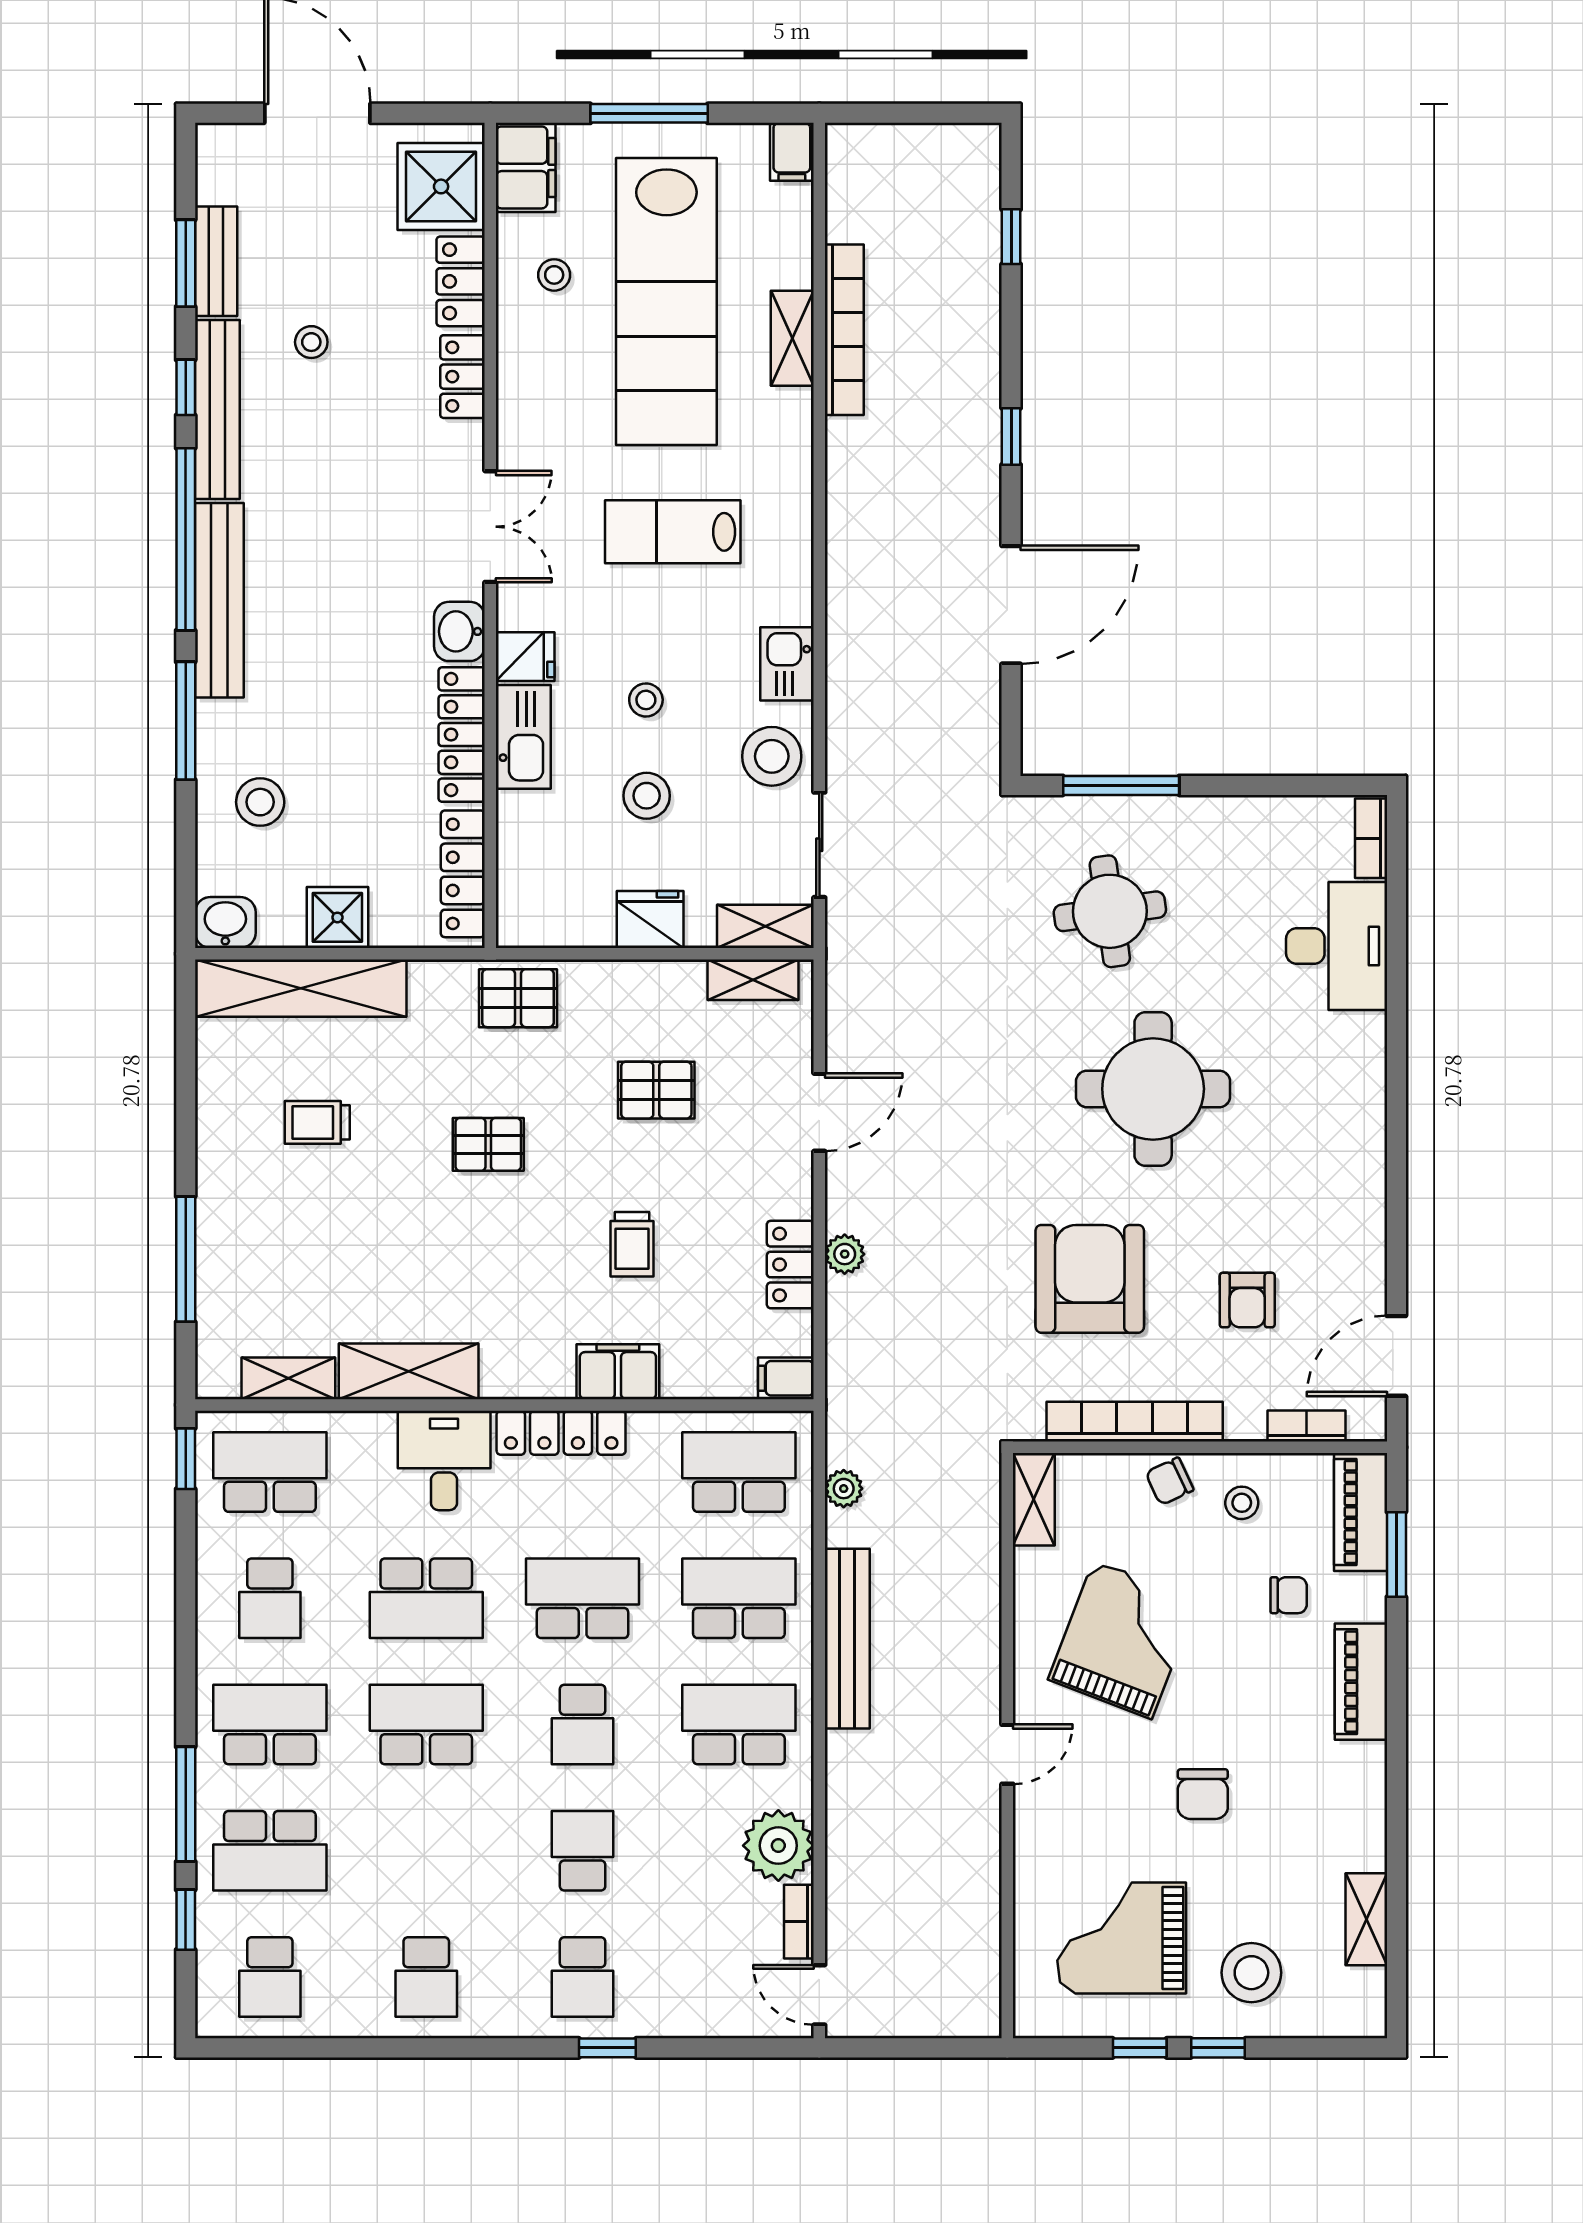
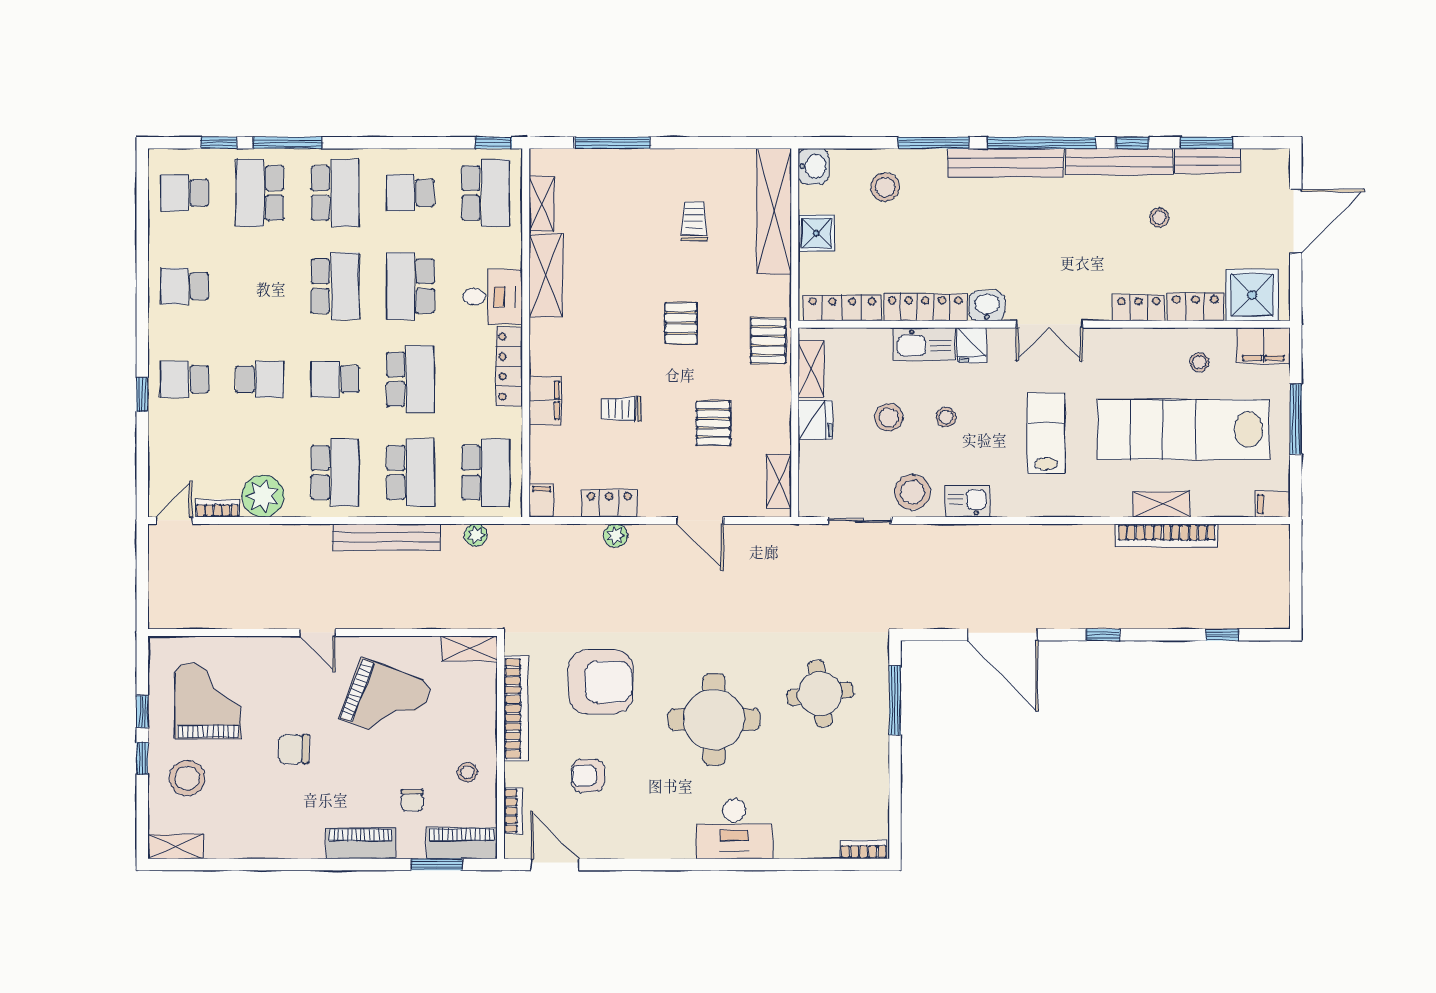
shelving: (765, 926) -> (811, 369), moved
desk: (1337, 946) -> (734, 829), moved
chair: (1170, 1481) -> (480, 729), removed
shelving: (1366, 1919) -> (175, 847), moved

